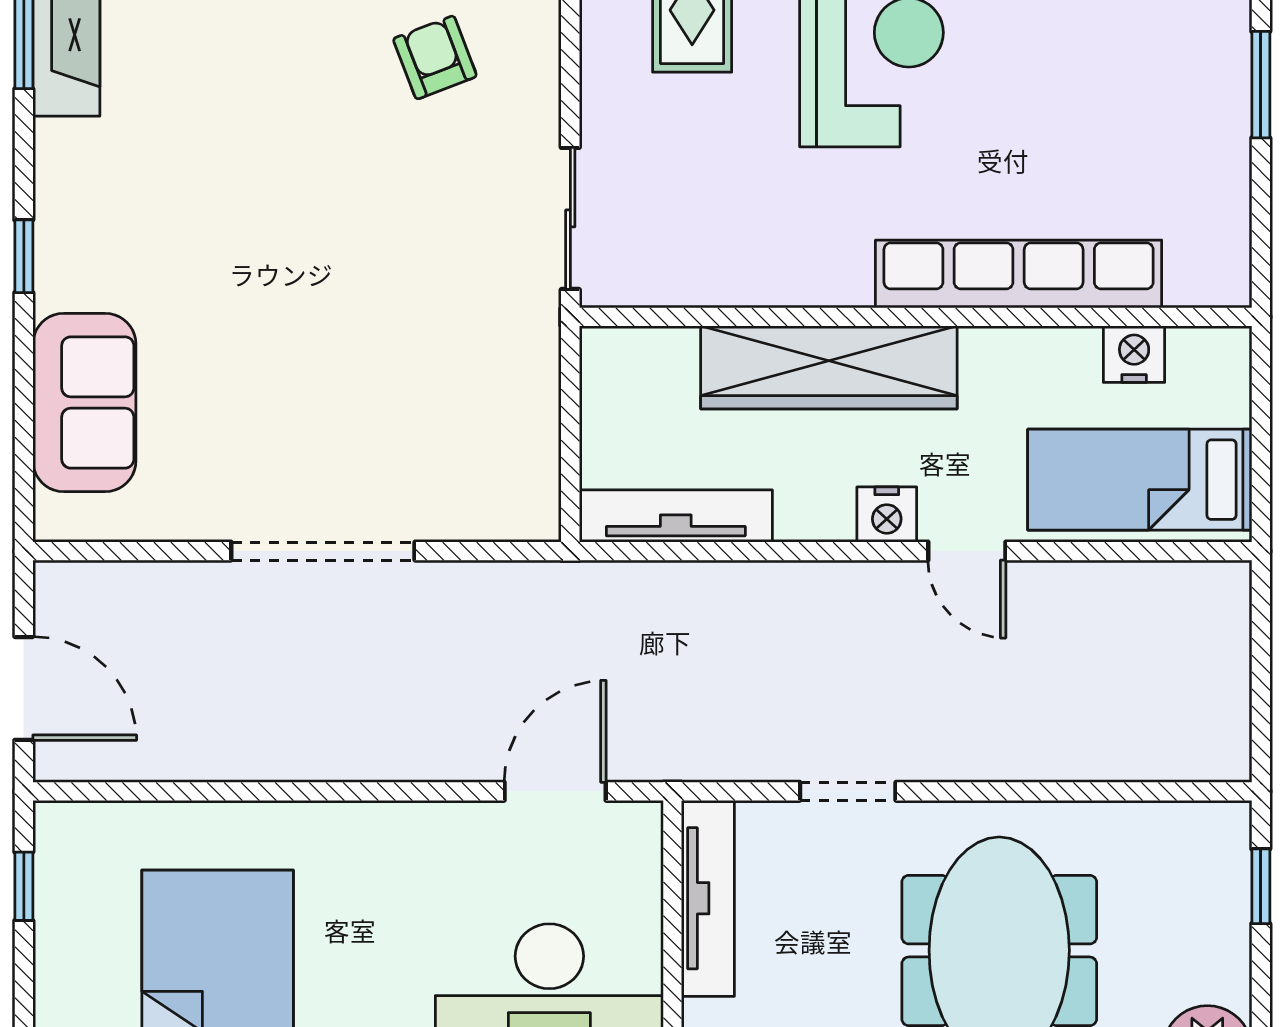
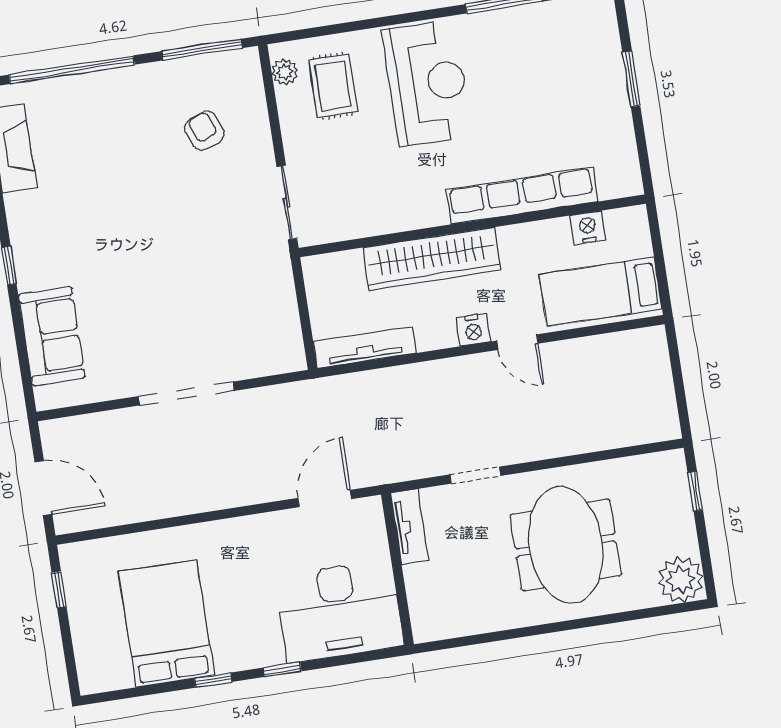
tv unit: (708, 898) -> (410, 527), width x0.71

